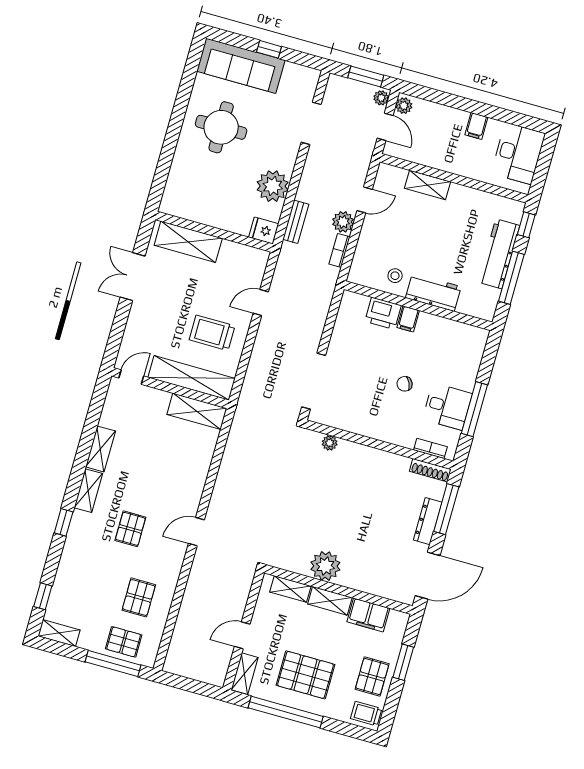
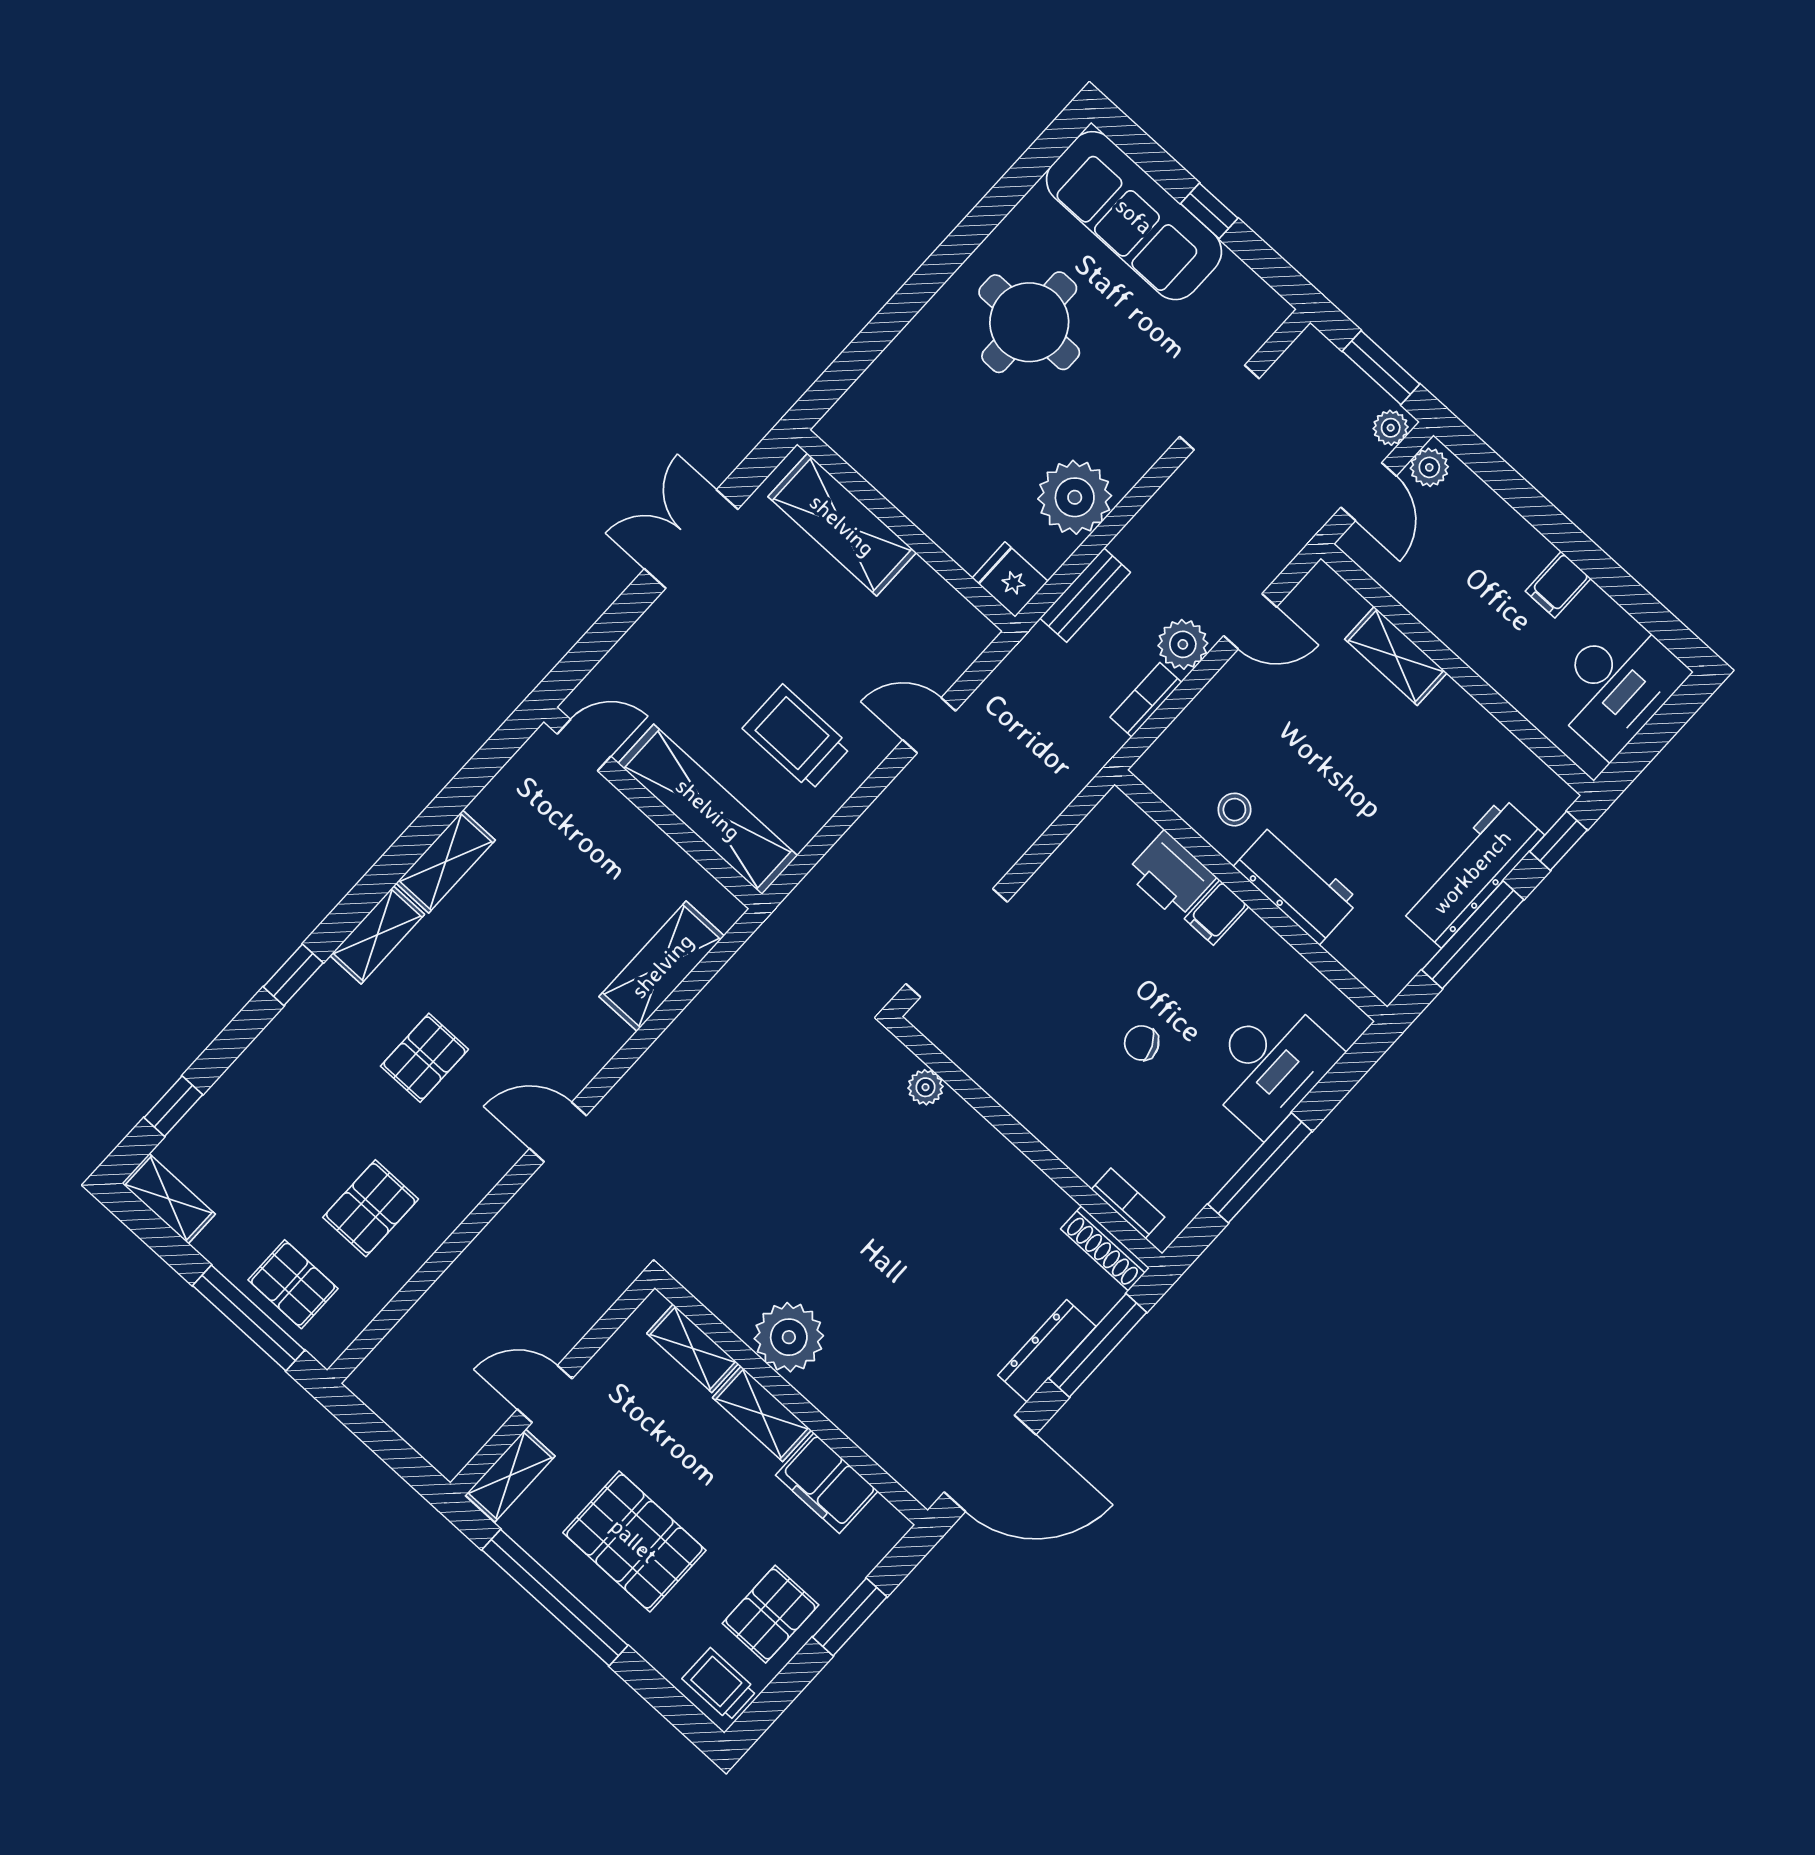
desk: (447, 406) -> (1270, 1065), moved, width x1.37
shelving: (197, 411) -> (662, 966), moved, turned 90

